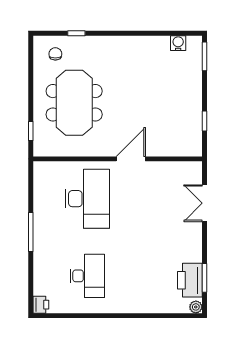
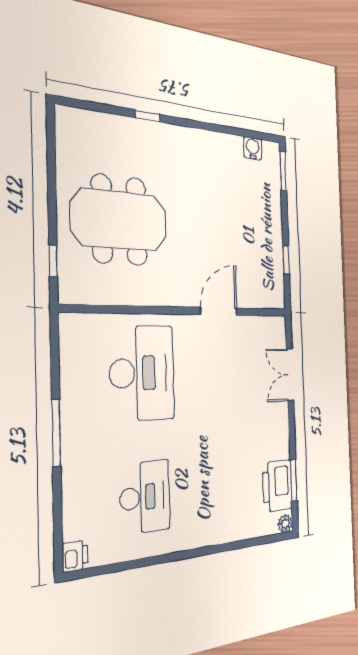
window: (76, 33) -> (148, 116), moved
chair: (55, 54) -> (90, 139), removed
meeting table: (74, 103) -> (119, 220), turned 90
door: (131, 159) -> (219, 311), moved

